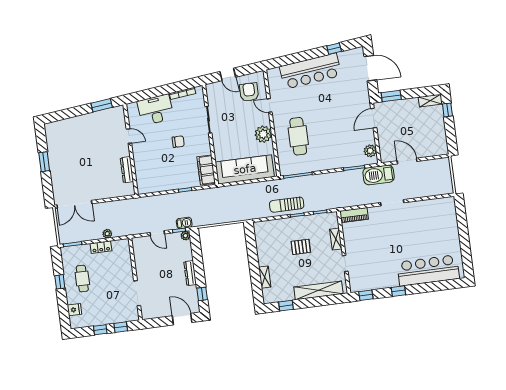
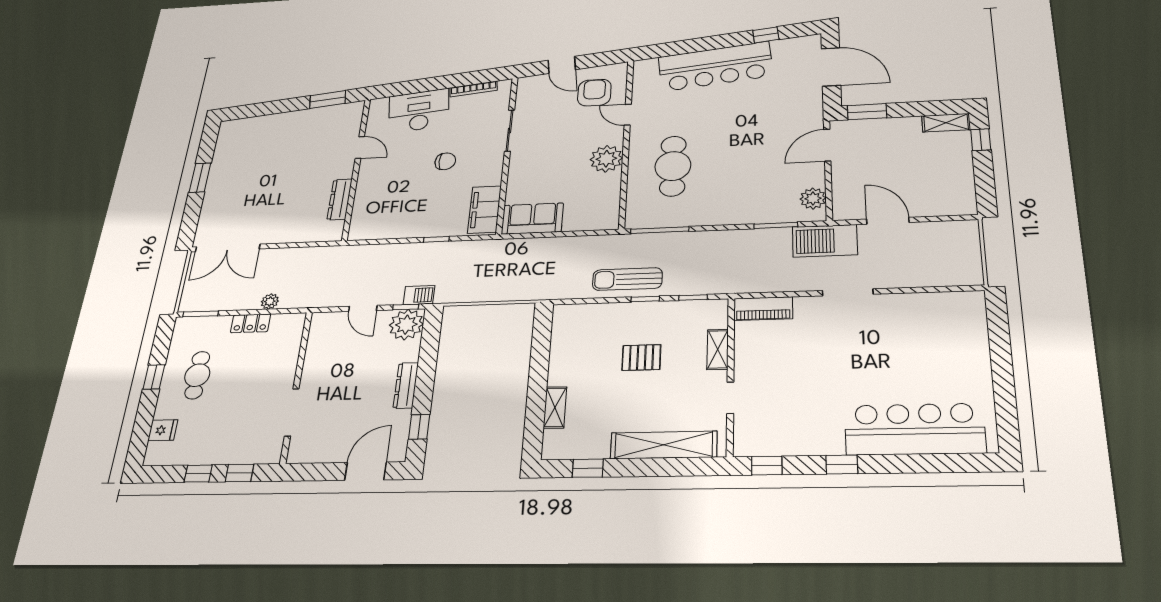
sofa: (245, 169) -> (532, 219), width x0.54, depth x0.79
plant: (185, 236) -> (406, 325), width x1.88, depth x1.88
door: (182, 319) -> (366, 471), hinge flipped

